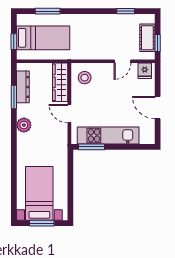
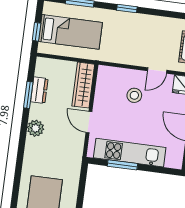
window: (126, 11) -> (127, 9), moved
stool: (85, 78) -> (134, 95), moved
dresser: (23, 87) -> (39, 90), width x0.70
window: (91, 147) -> (122, 165), moved

